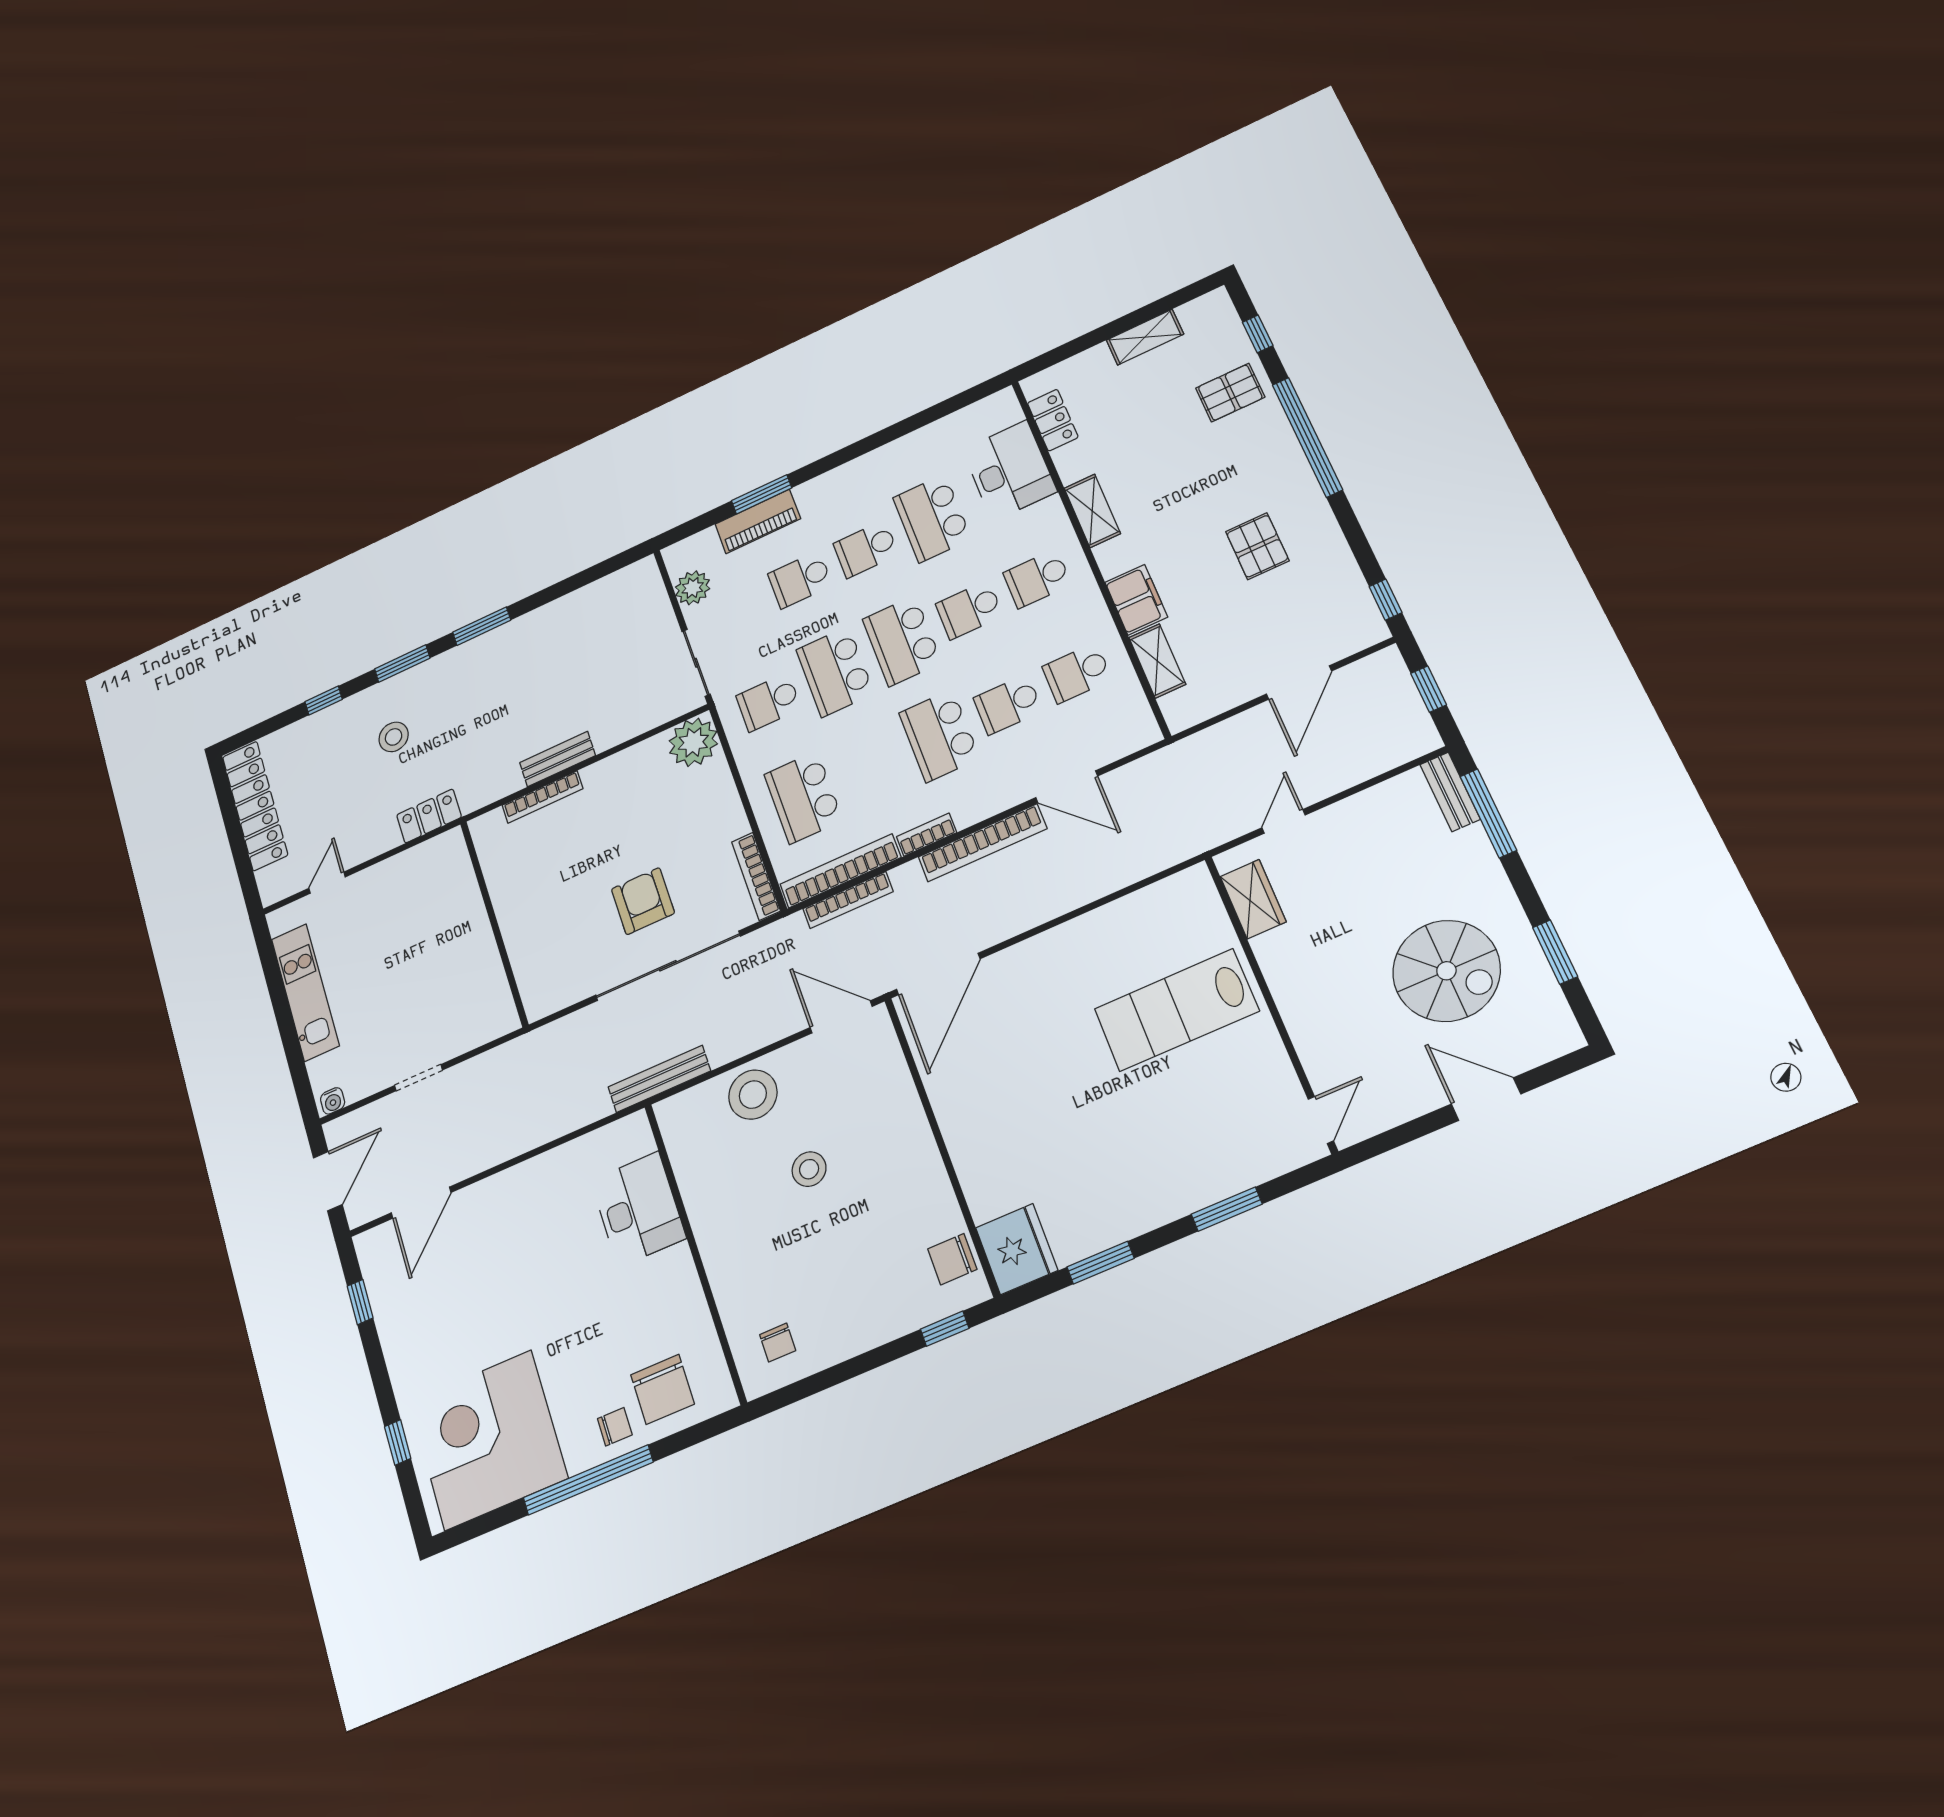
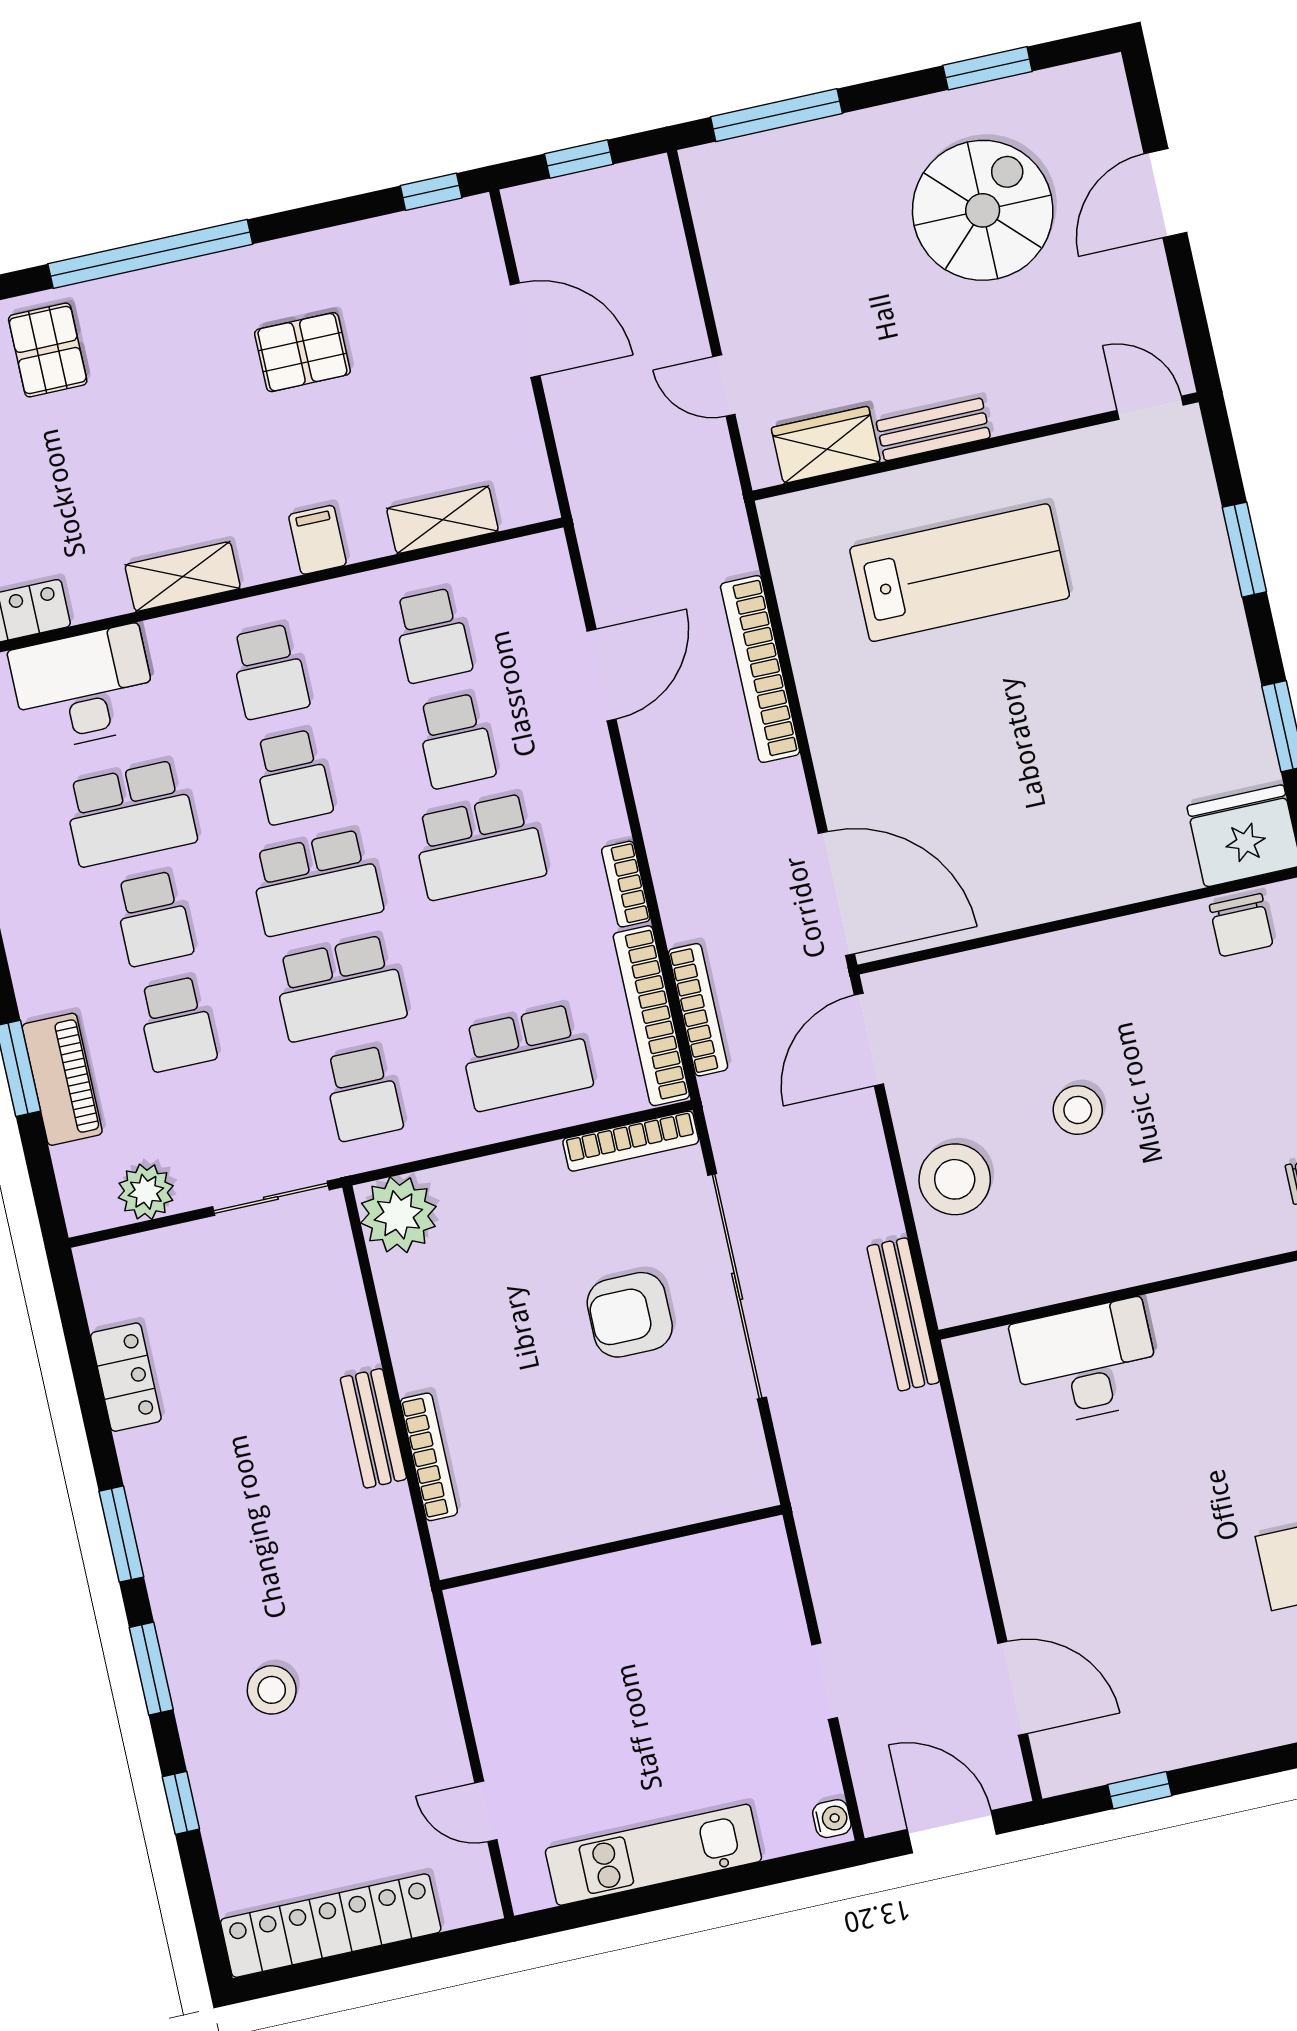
filing cabinet: (1136, 600) -> (318, 540), width x0.50
bench: (1450, 792) -> (933, 429), moved
locker: (429, 816) -> (126, 1377), moved, turned 180
bookcase: (982, 843) -> (760, 669), moved, turned 180
lab bench: (1176, 1010) -> (960, 573), turned -90

